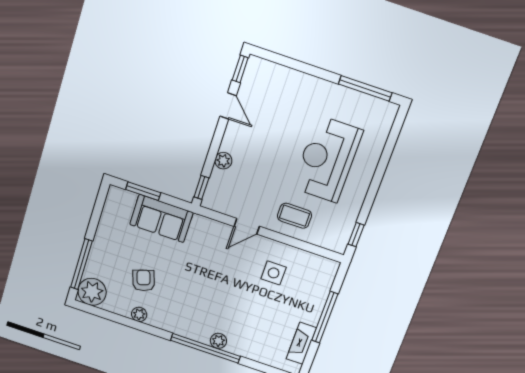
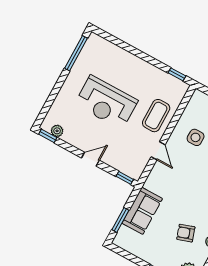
door: (228, 106) -> (90, 159), moved
reception desk: (327, 159) -> (106, 102), moved
plant: (223, 161) -> (57, 131), moved
coffee table: (294, 216) -> (156, 116), width x1.36, depth x1.30

